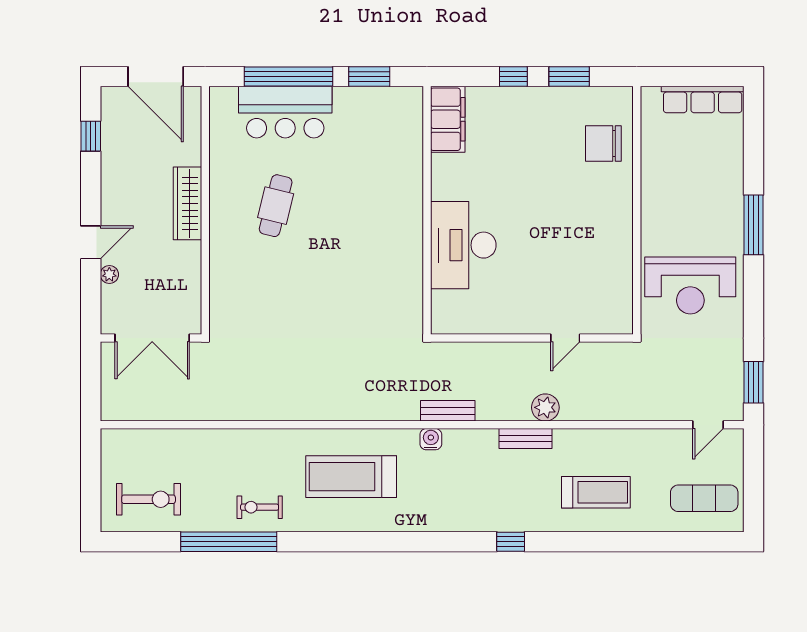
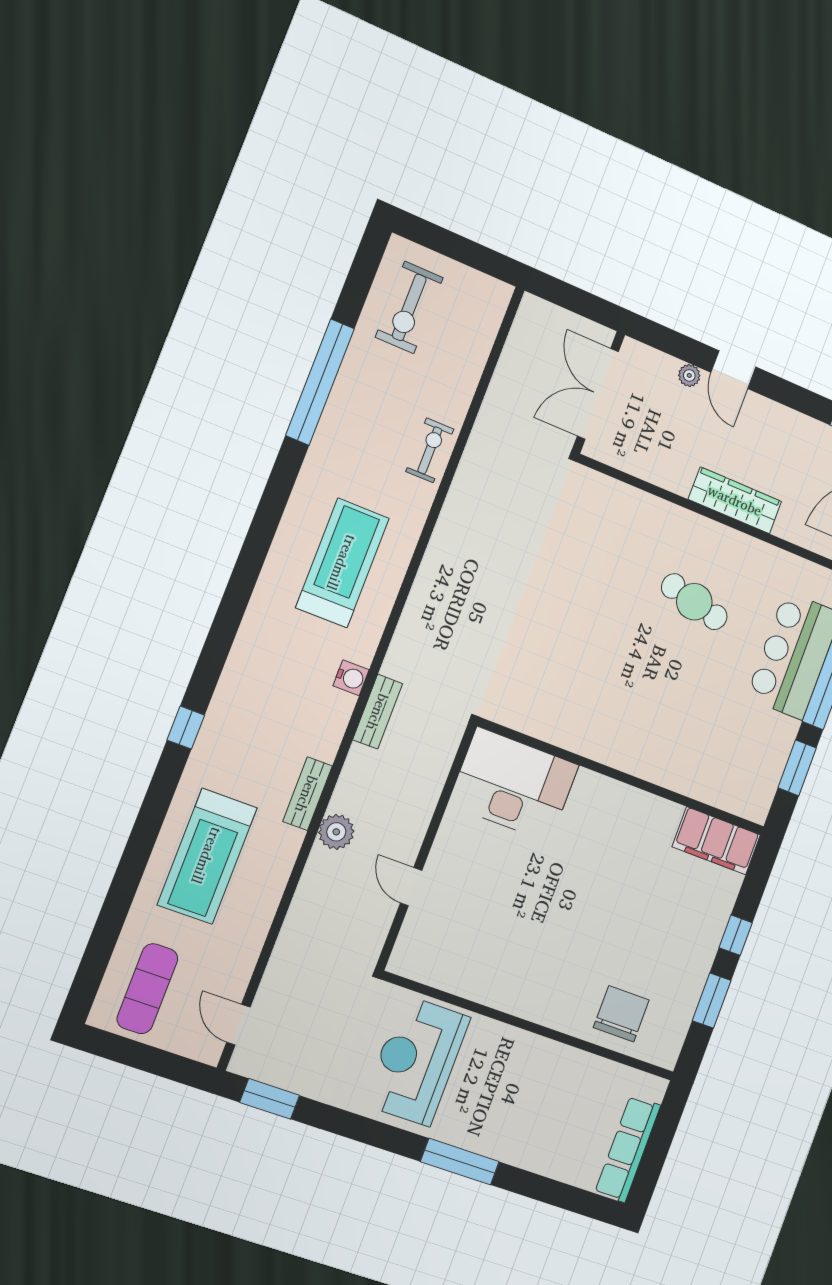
desk: (463, 245) -> (514, 785), moved
treadmill: (596, 492) -> (207, 856), width x1.37, depth x1.38
exercise bike: (260, 507) -> (430, 450), moved

